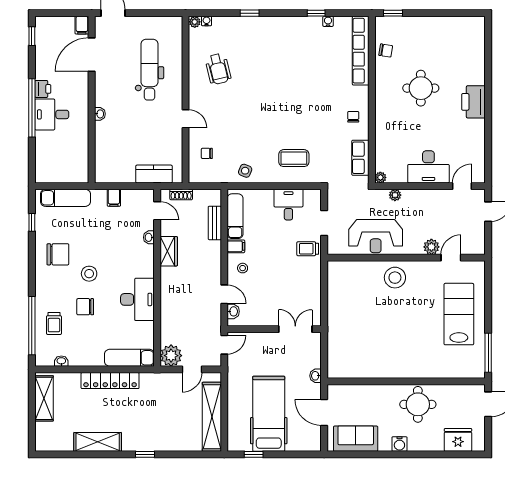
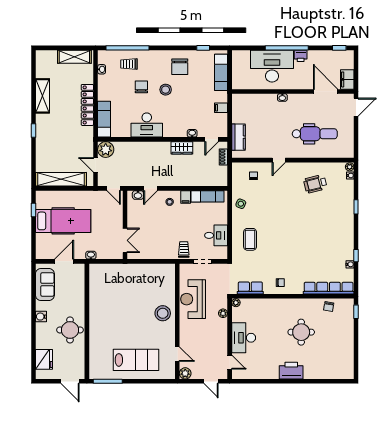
filing cabinet: (82, 25) -> (347, 79), width x2.00
desk: (52, 114) -> (272, 66), width x1.87, depth x1.30
bench: (215, 223) -> (203, 182), removed
plant: (431, 247) -> (185, 373), moved

